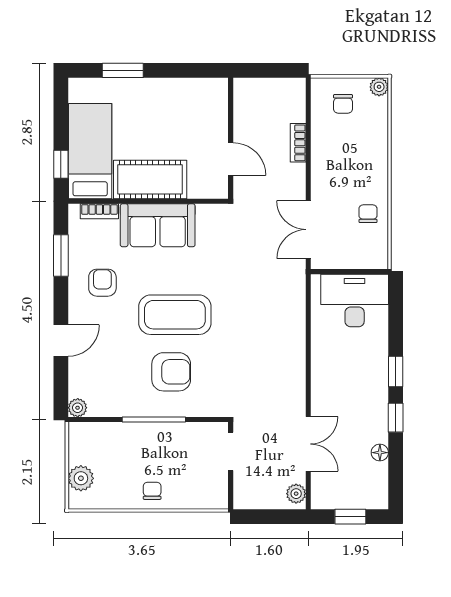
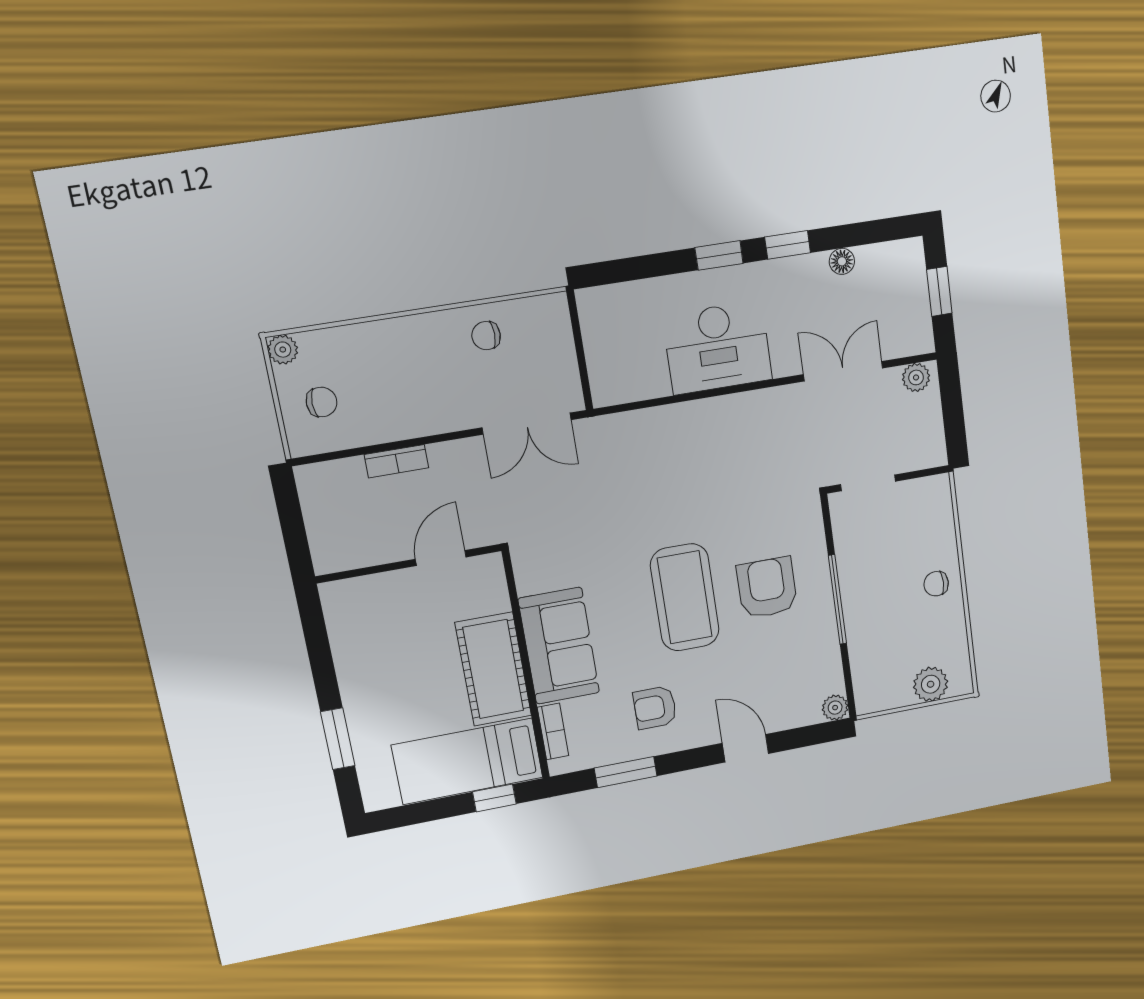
desk: (355, 300) -> (718, 347), moved, turned -90

